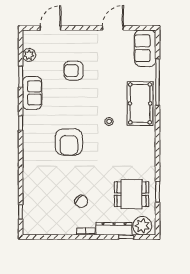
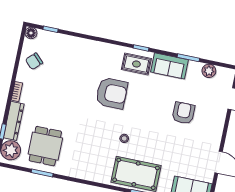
rug: (37, 124) -> (136, 64), added
armchair: (69, 142) -> (112, 93), turned 180
chair: (81, 201) -> (34, 61), moved
floor lamp: (28, 230) -> (31, 33), added

